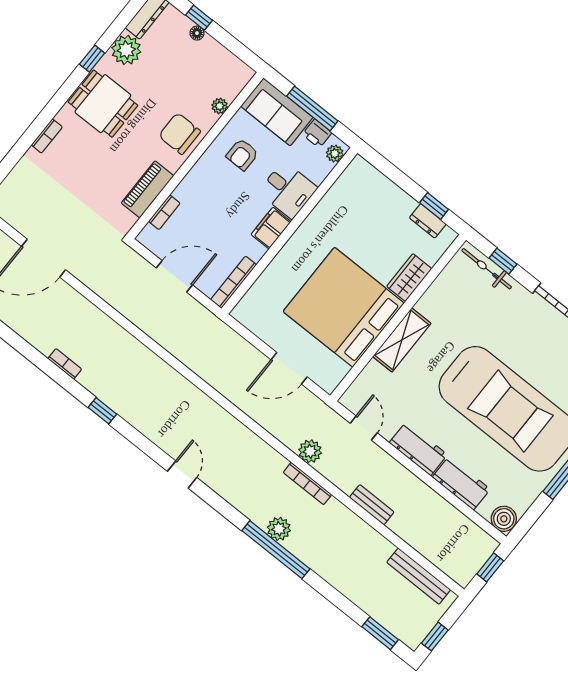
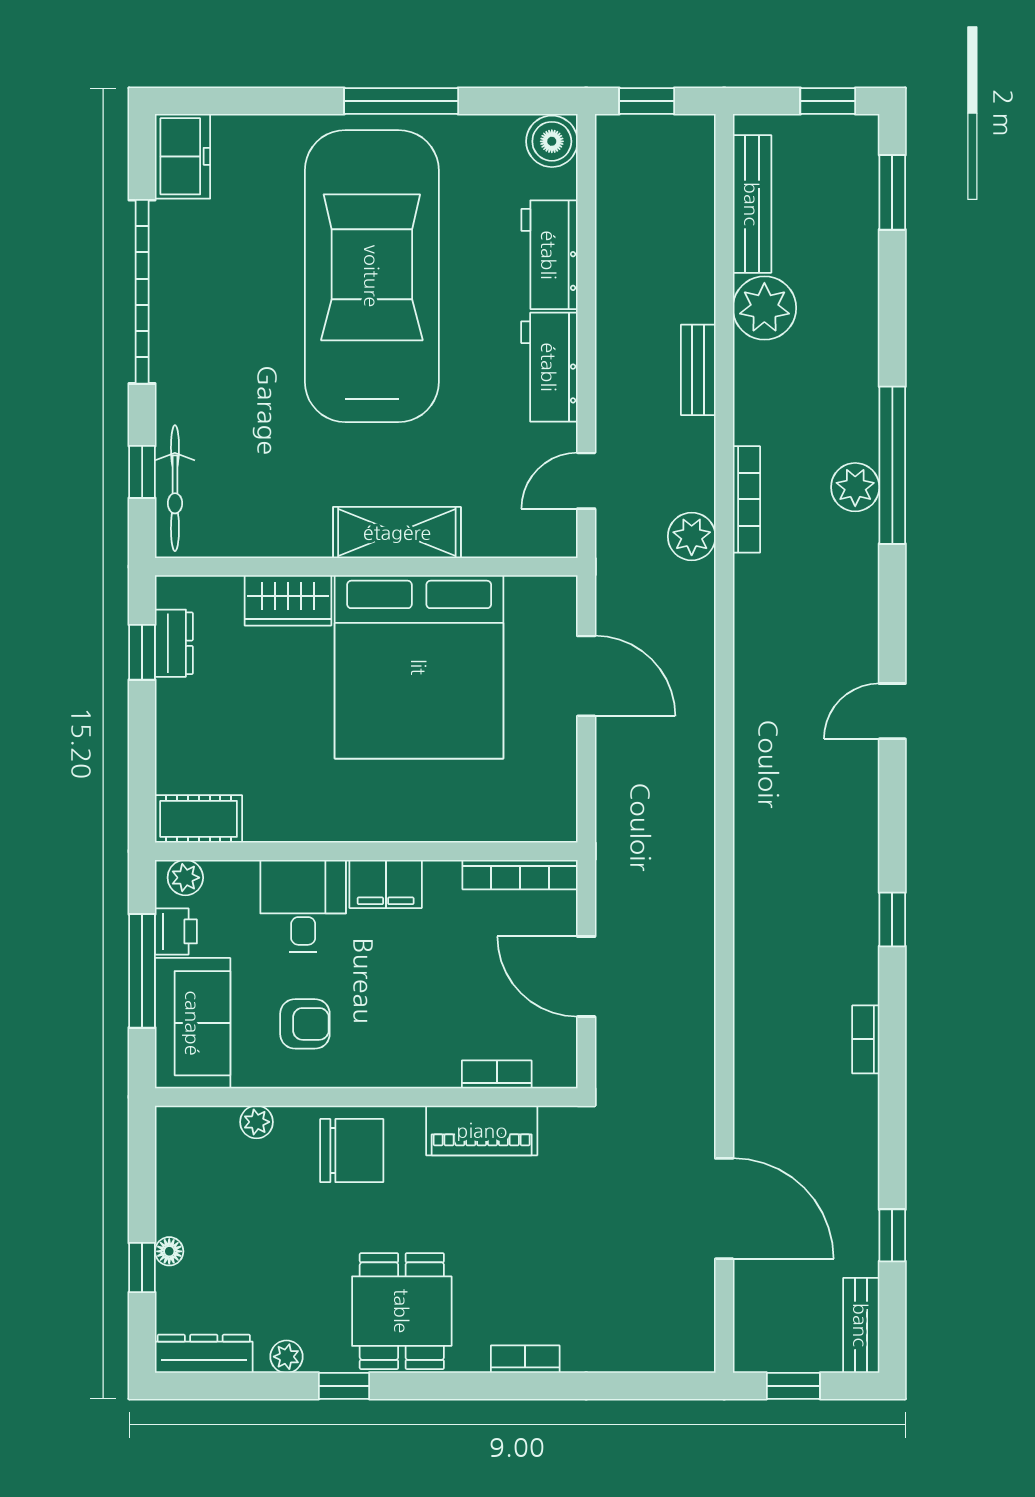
plant: (126, 50) -> (286, 1357), width x0.53, depth x0.53
chair: (180, 134) -> (352, 1151), turned -90
cot: (353, 177) -> (199, 819), added
plant: (375, 549) -> (764, 308), added

